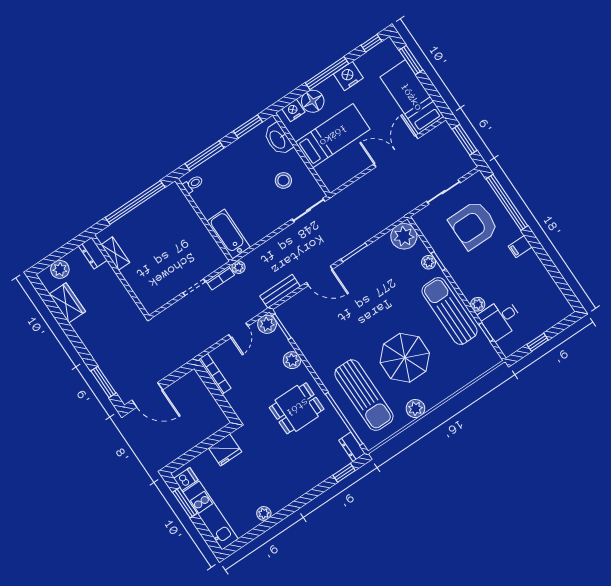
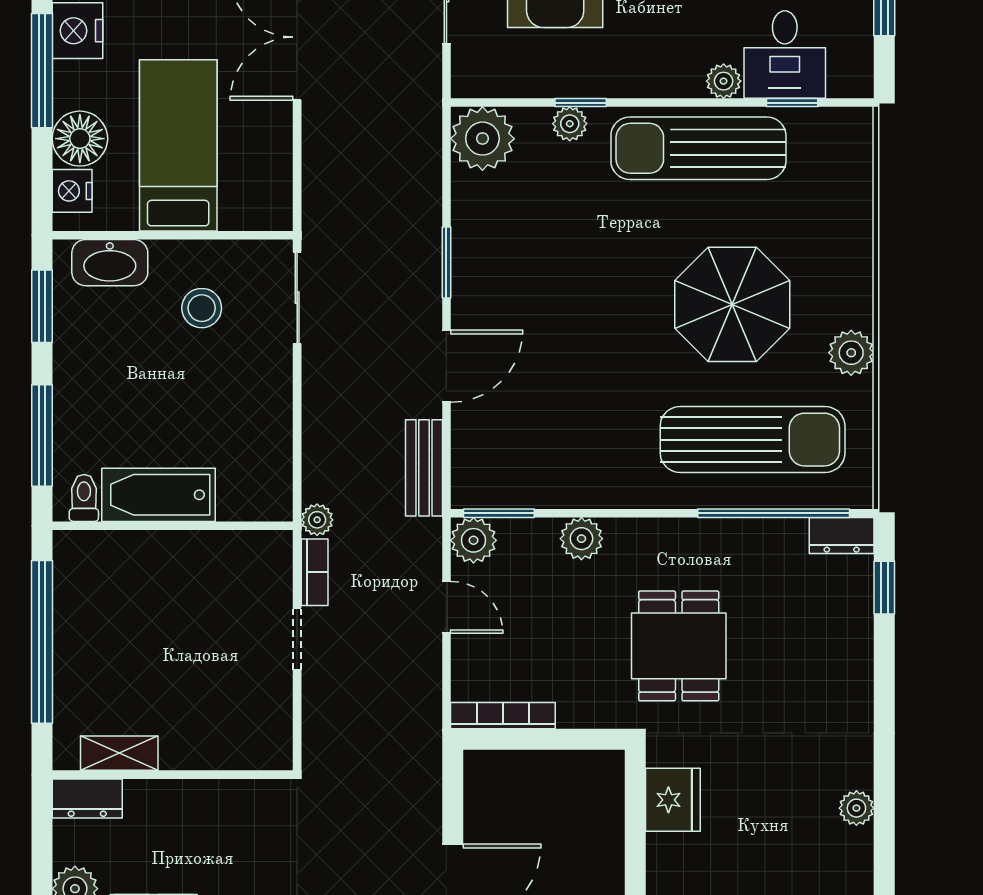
bathtub: (228, 234) -> (159, 495), moved
dining table: (297, 408) -> (679, 646), moved

